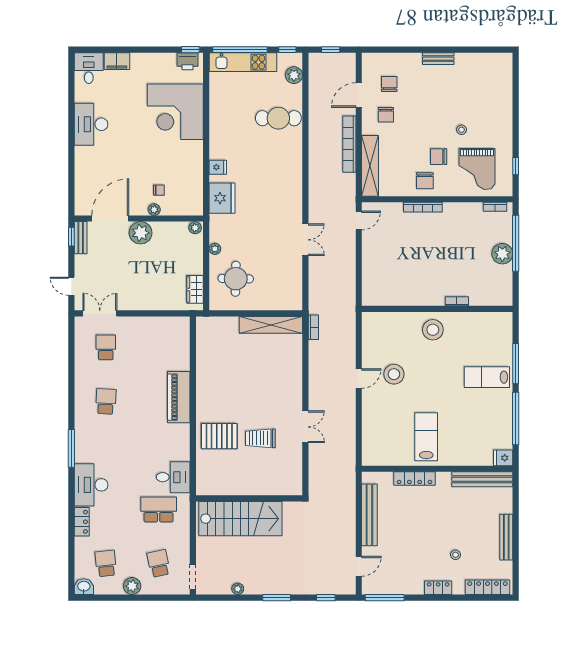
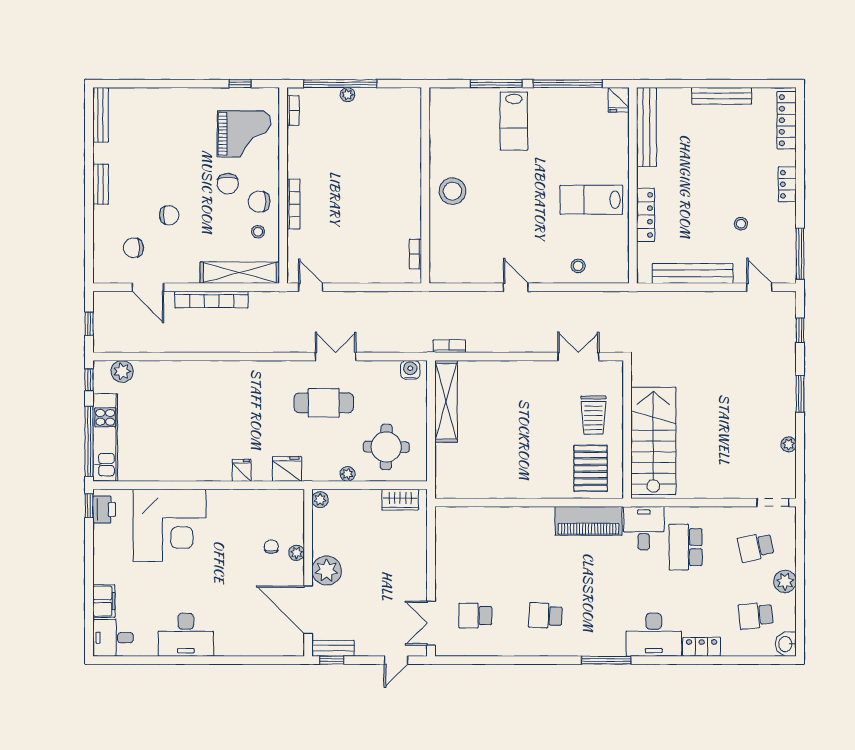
bench: (492, 59) -> (101, 115), added
chair: (386, 115) -> (169, 215), moved
cafe table: (278, 118) -> (324, 403), moved, turned 90
stool: (461, 130) -> (258, 232), moved
chair: (425, 181) -> (259, 202), turned 180
fridge: (222, 198) -> (287, 469), width x0.73, depth x0.75
plant: (502, 254) -> (347, 95), width x0.53, depth x0.53
water cooler: (295, 297) -> (410, 370), added
bookcase: (457, 301) -> (415, 254), moved
stool: (394, 374) -> (578, 266), moved, width x0.53, depth x0.53
piano: (179, 397) -> (589, 521), moved
wall: (249, 498) -> (627, 430), moved
stairs: (240, 519) -> (653, 441), moved
stool: (456, 555) -> (741, 224), moved

